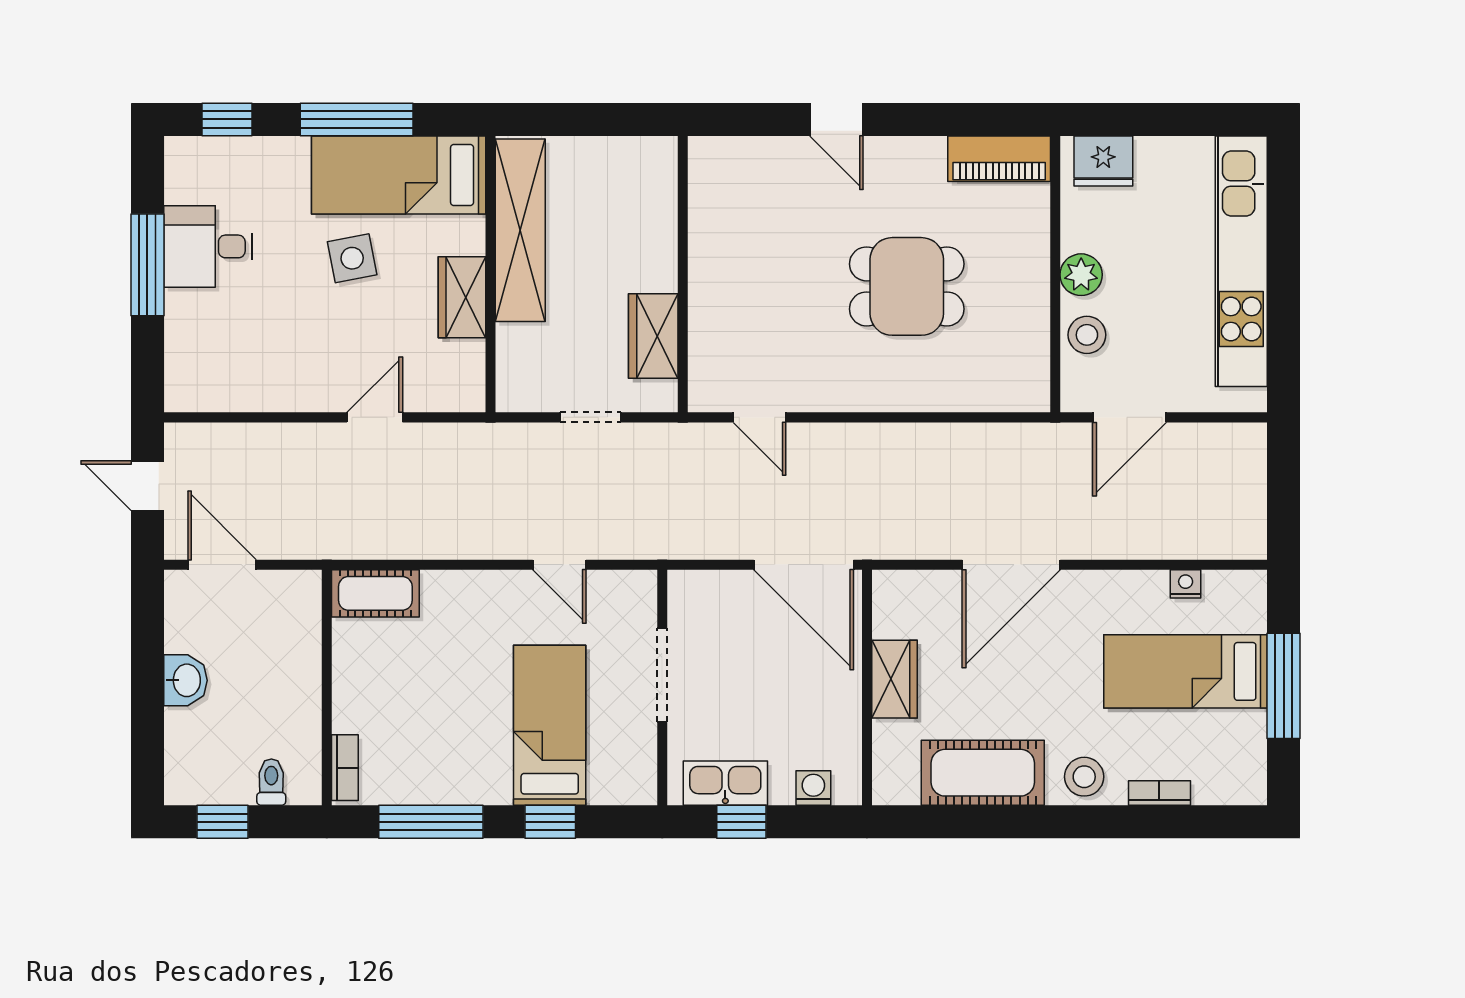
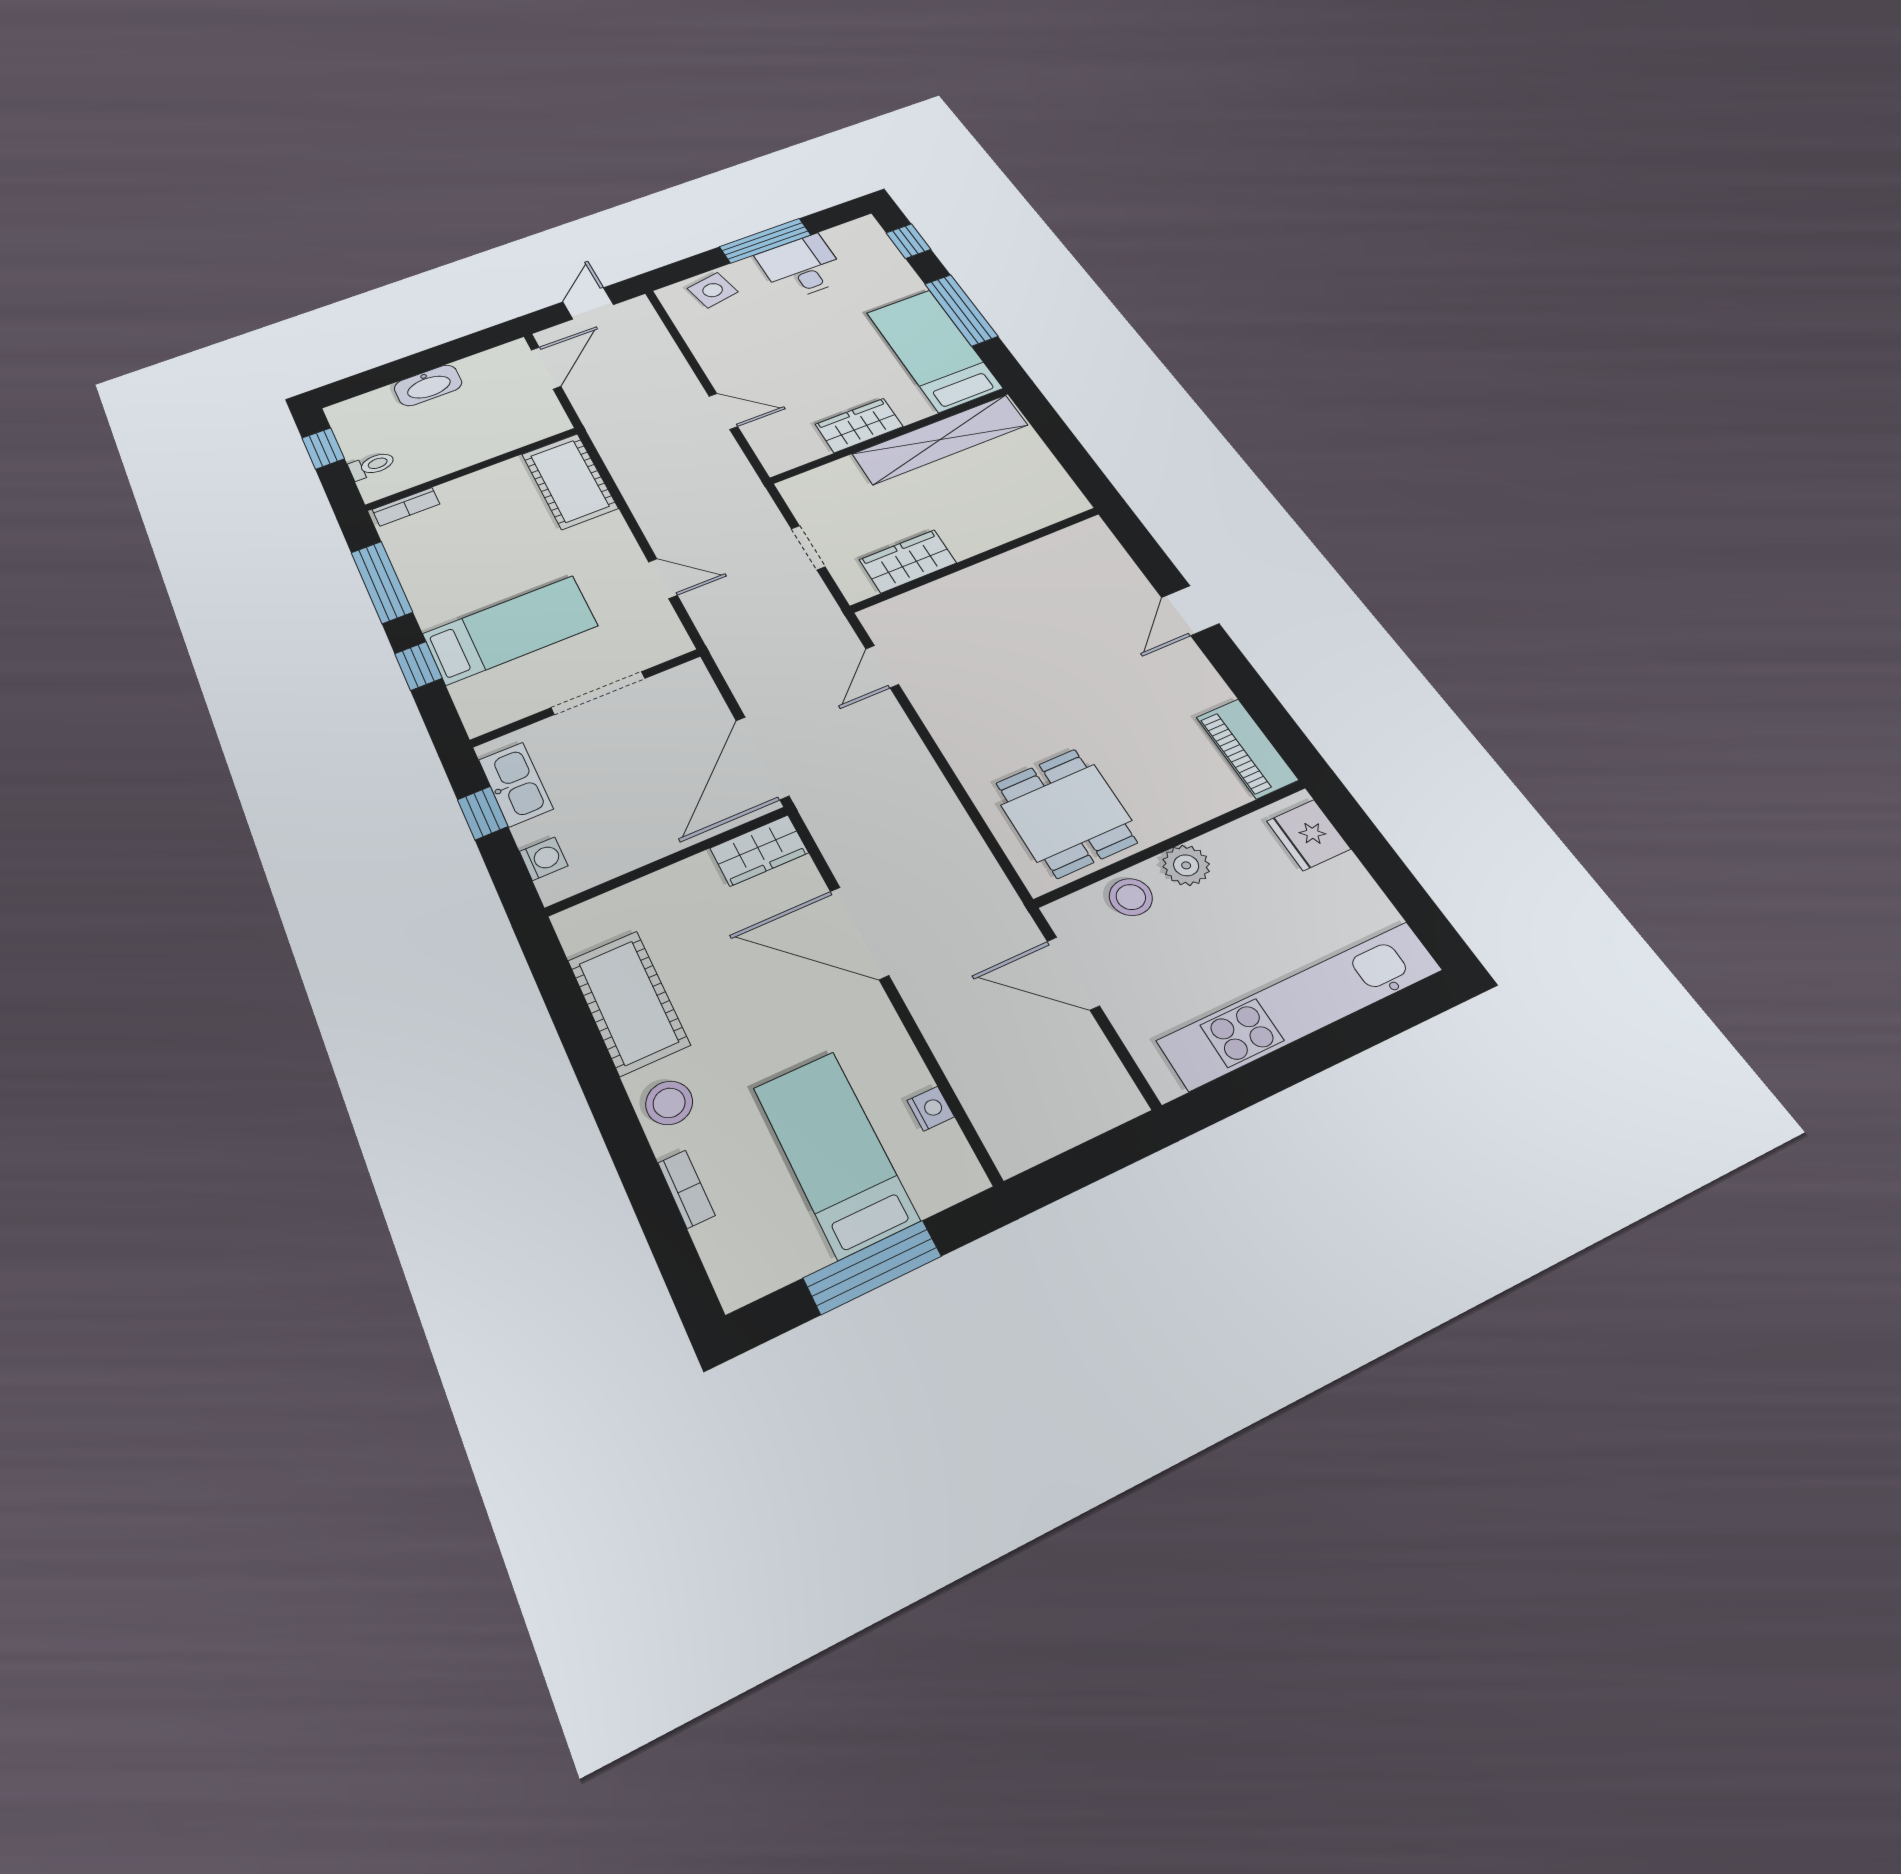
side table: (352, 258) -> (713, 290), moved
dining table: (907, 286) -> (1066, 813), moved
door: (559, 565) -> (663, 579), swing flipped
cot: (375, 593) -> (570, 481), width x1.37, depth x1.34
wardrobe: (894, 679) -> (759, 850), moved
washbasin: (186, 680) -> (428, 385), width x1.38

